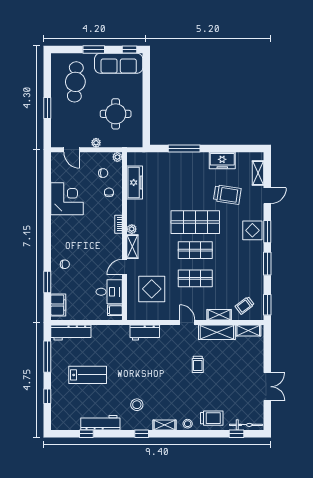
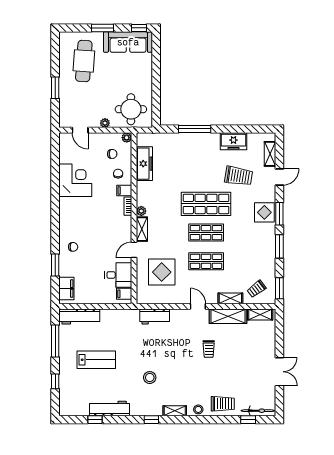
round table: (116, 114) -> (131, 109), moved
filing cabinet: (115, 209) -> (124, 190), added
stool: (137, 405) -> (150, 378), moved

